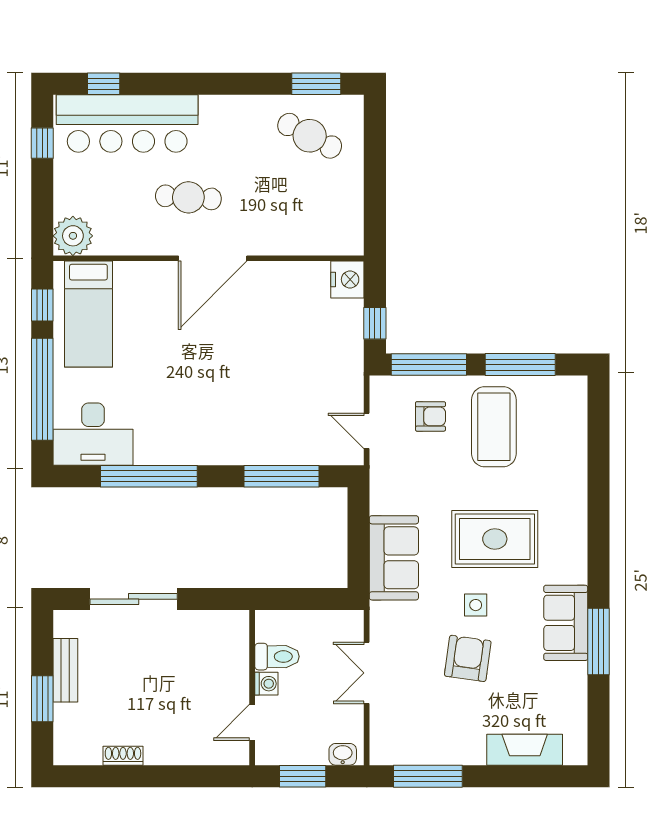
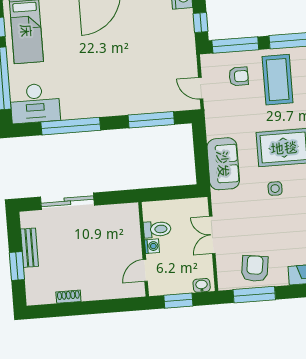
armchair: (468, 658) -> (255, 269), moved

